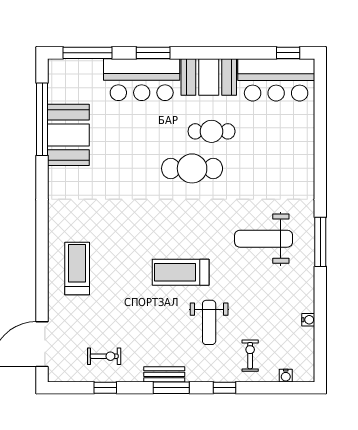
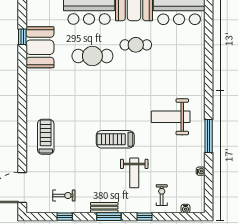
window: (42, 119) -> (22, 37), width x0.32
cafe table: (192, 168) -> (92, 56), moved
window: (320, 242) -> (209, 136), moved

